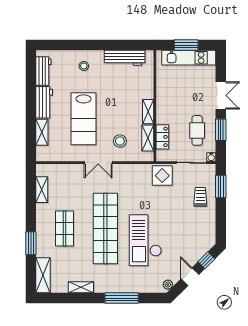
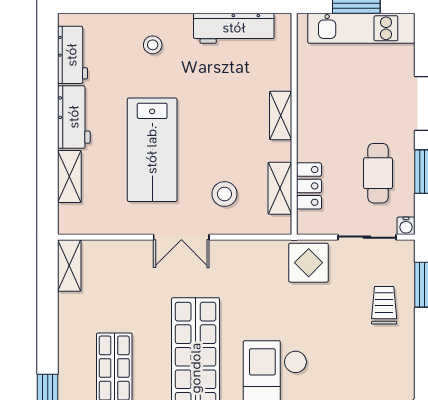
shelving: (148, 112) -> (281, 115), moved
shelving: (42, 190) -> (69, 266), moved

